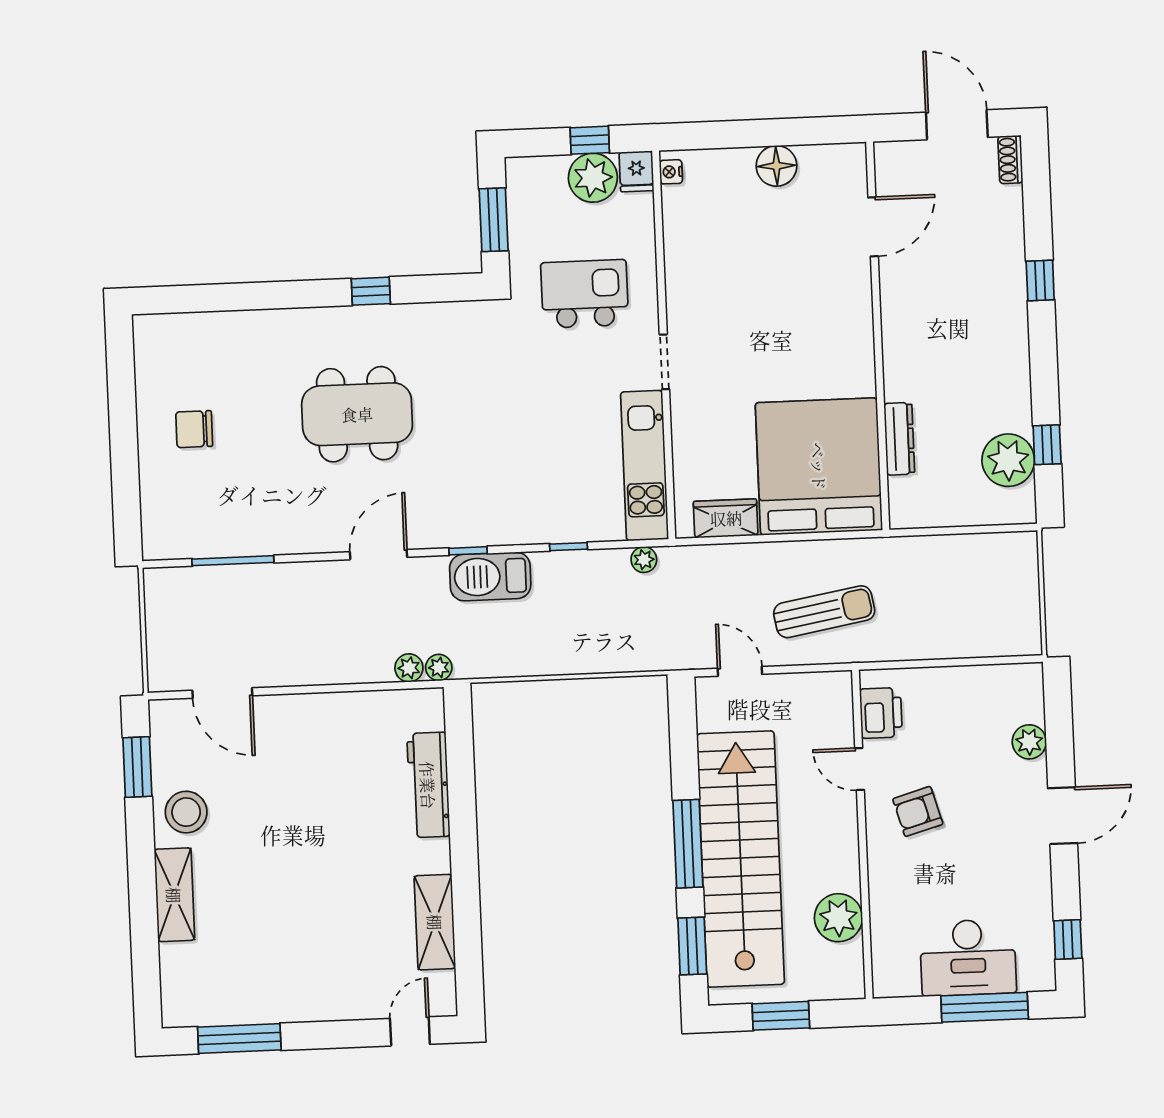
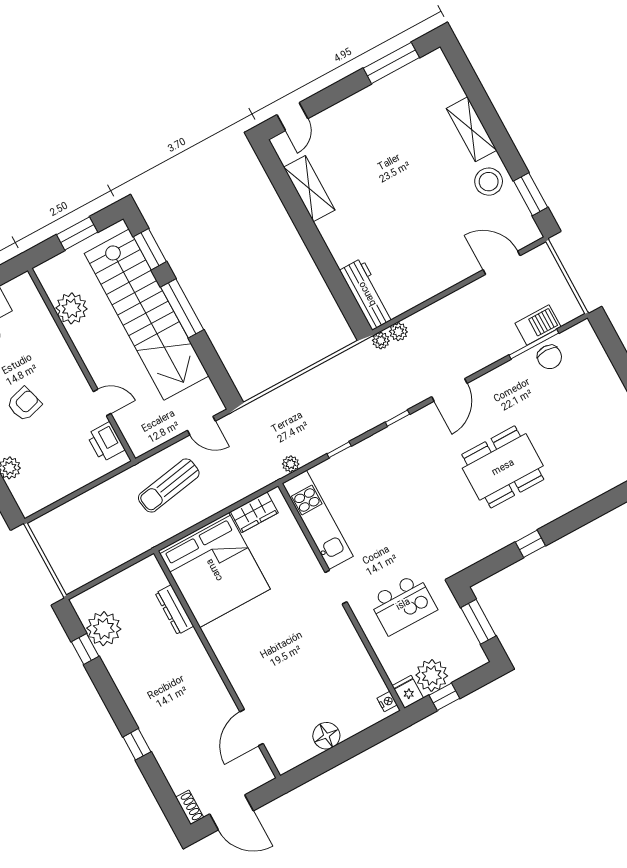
chair: (194, 429) -> (550, 357), moved, turned 90
barbecue: (490, 576) -> (538, 325), moved, width x0.73, depth x0.83
workbench: (428, 785) -> (367, 294), moved
armchair: (918, 811) -> (24, 404), moved

